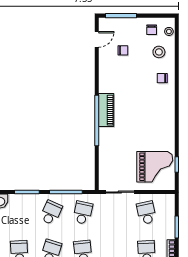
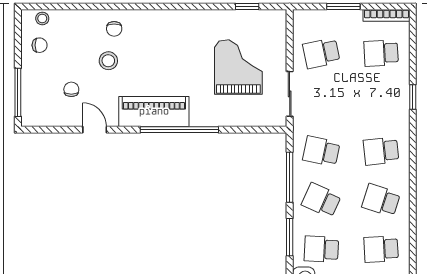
door: (97, 39) -> (95, 130), moved
stool: (159, 52) -> (108, 61), moved
piano: (106, 110) -> (154, 111), width x1.37, depth x1.33
grand piano: (155, 167) -> (238, 67), moved
school desk: (19, 213) -> (321, 249), added

